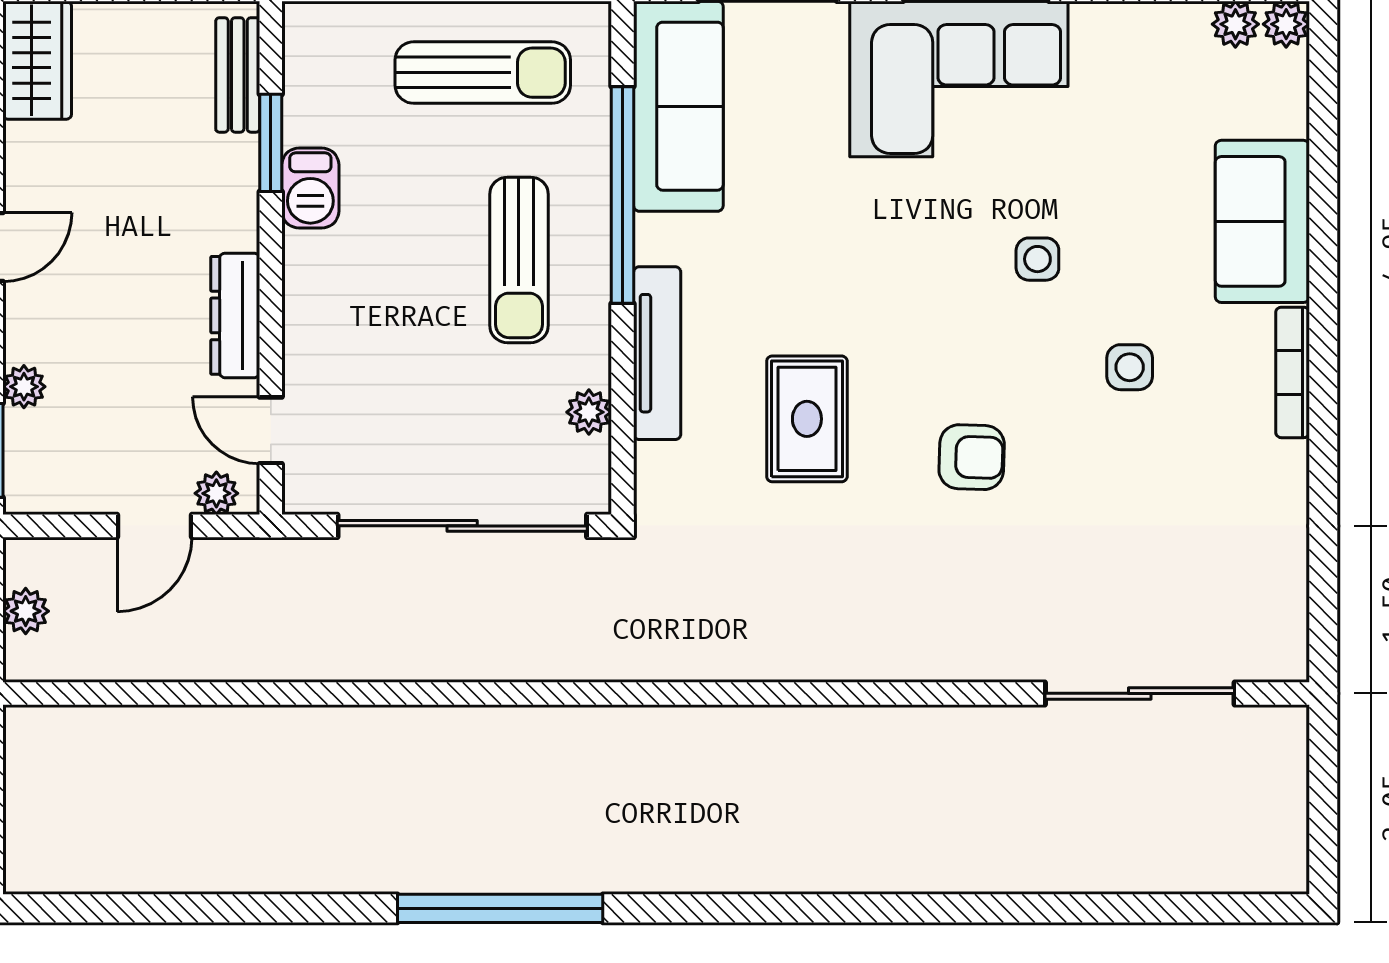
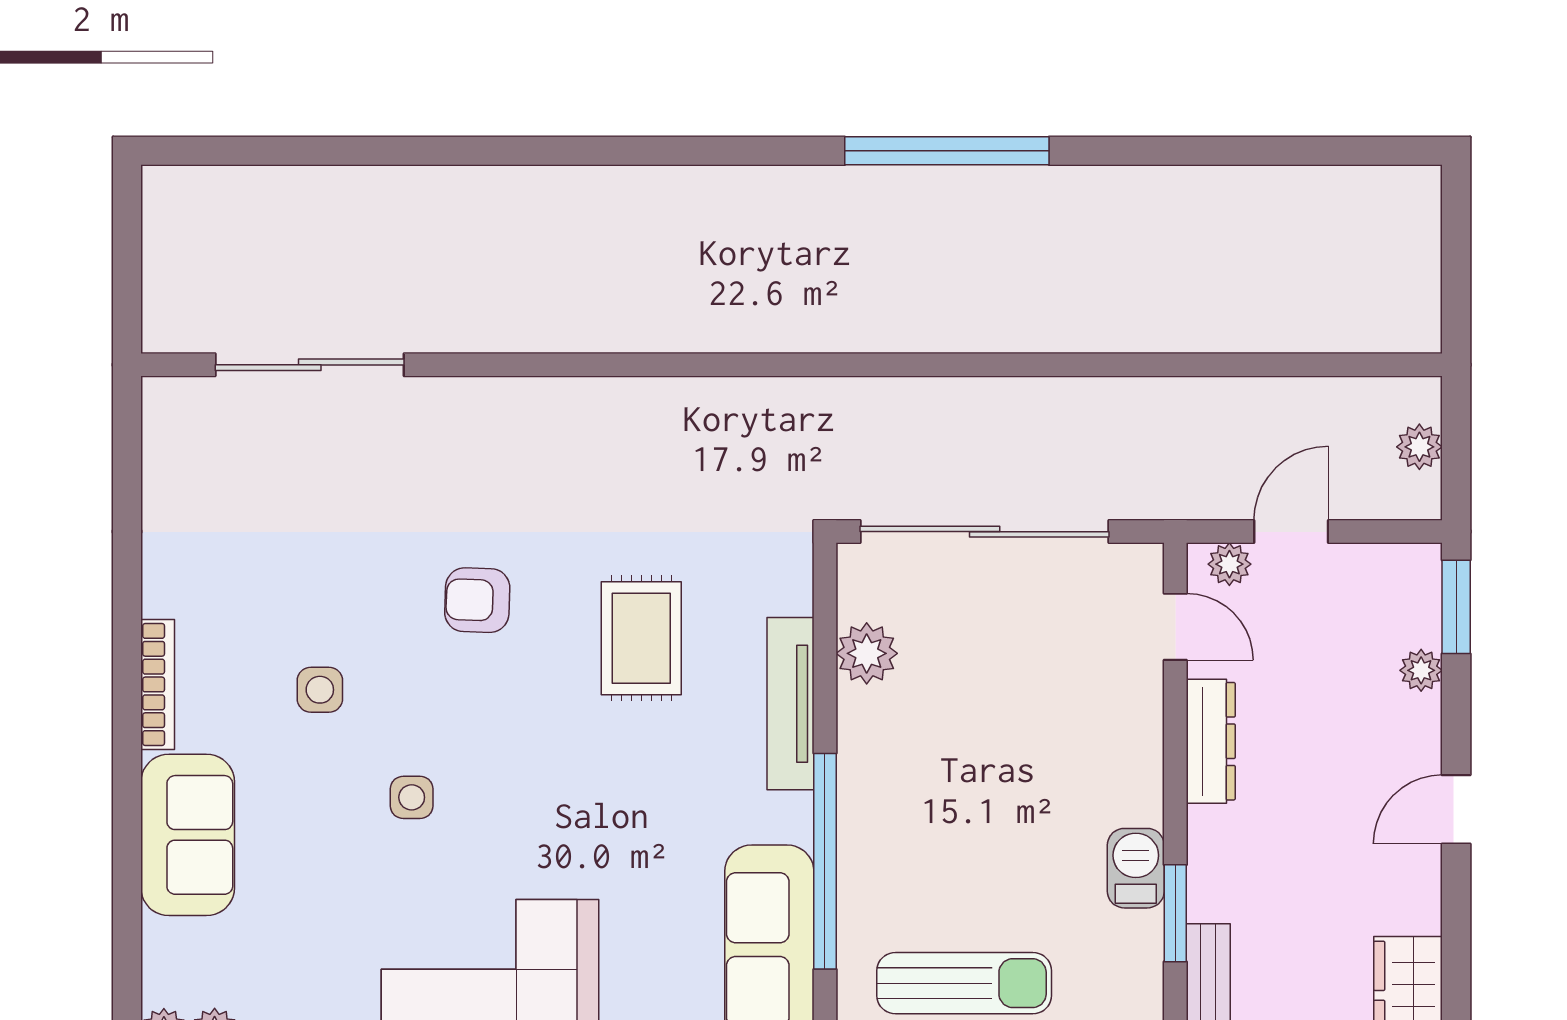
sun lounger: (483, 73) -> (964, 983), turned 180
sun lounger: (519, 260) -> (928, 797), removed
plant: (589, 412) -> (867, 653), width x1.38, depth x1.38

